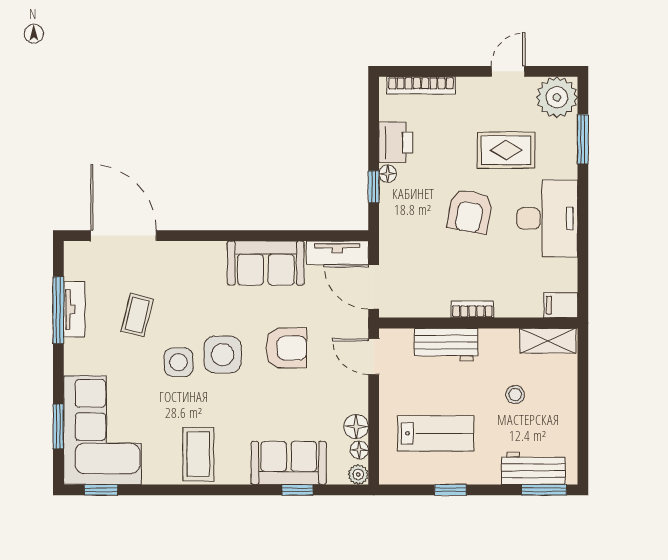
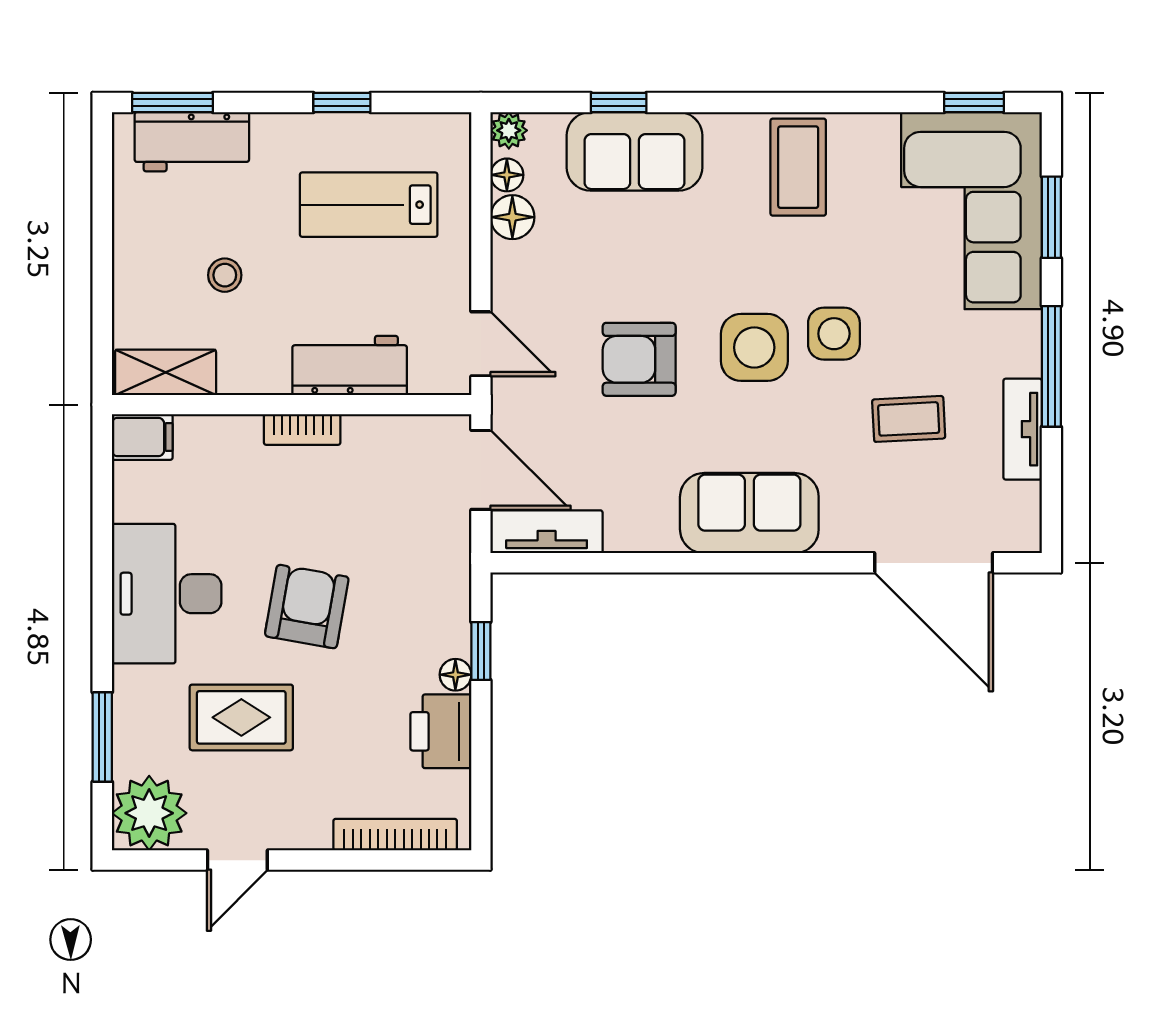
sofa: (266, 263) -> (749, 513), moved
window: (58, 310) -> (1051, 366), moved
coffee table: (137, 315) -> (909, 419), turned 73

